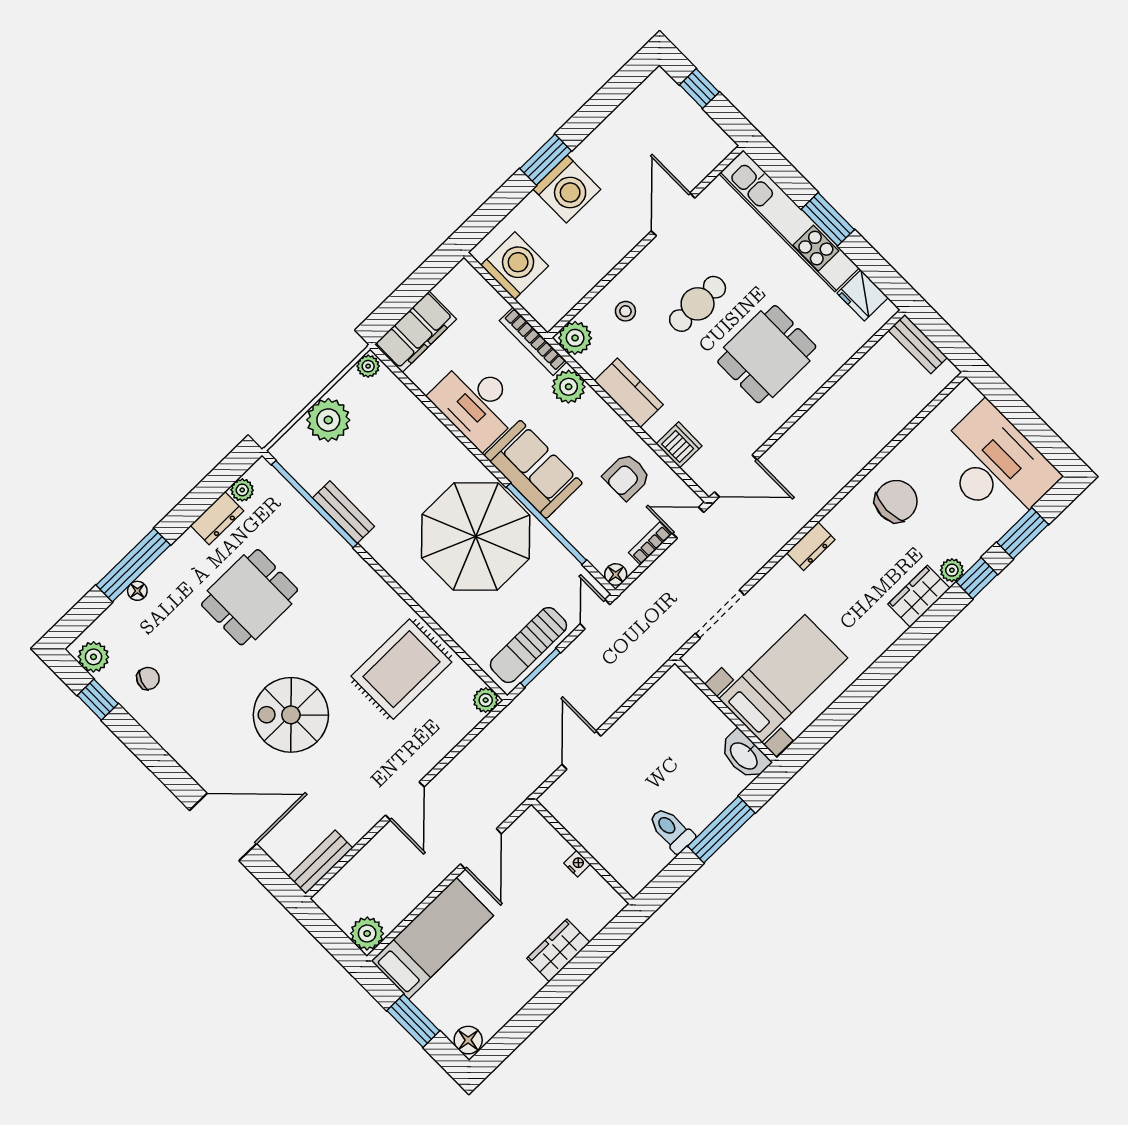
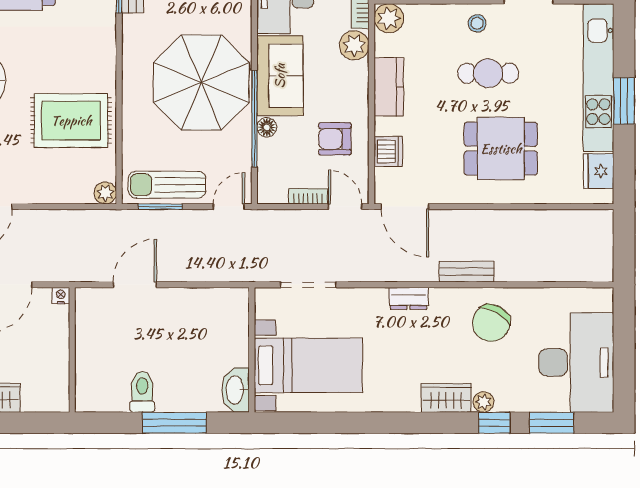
stool: (625, 311) -> (477, 23), moved
bench: (918, 344) -> (467, 272), moved, turned 90
chair: (896, 501) -> (491, 323), turned 119
floor lamp: (616, 574) -> (267, 127), moved
nightstand: (577, 864) -> (61, 296), moved, turned -90

